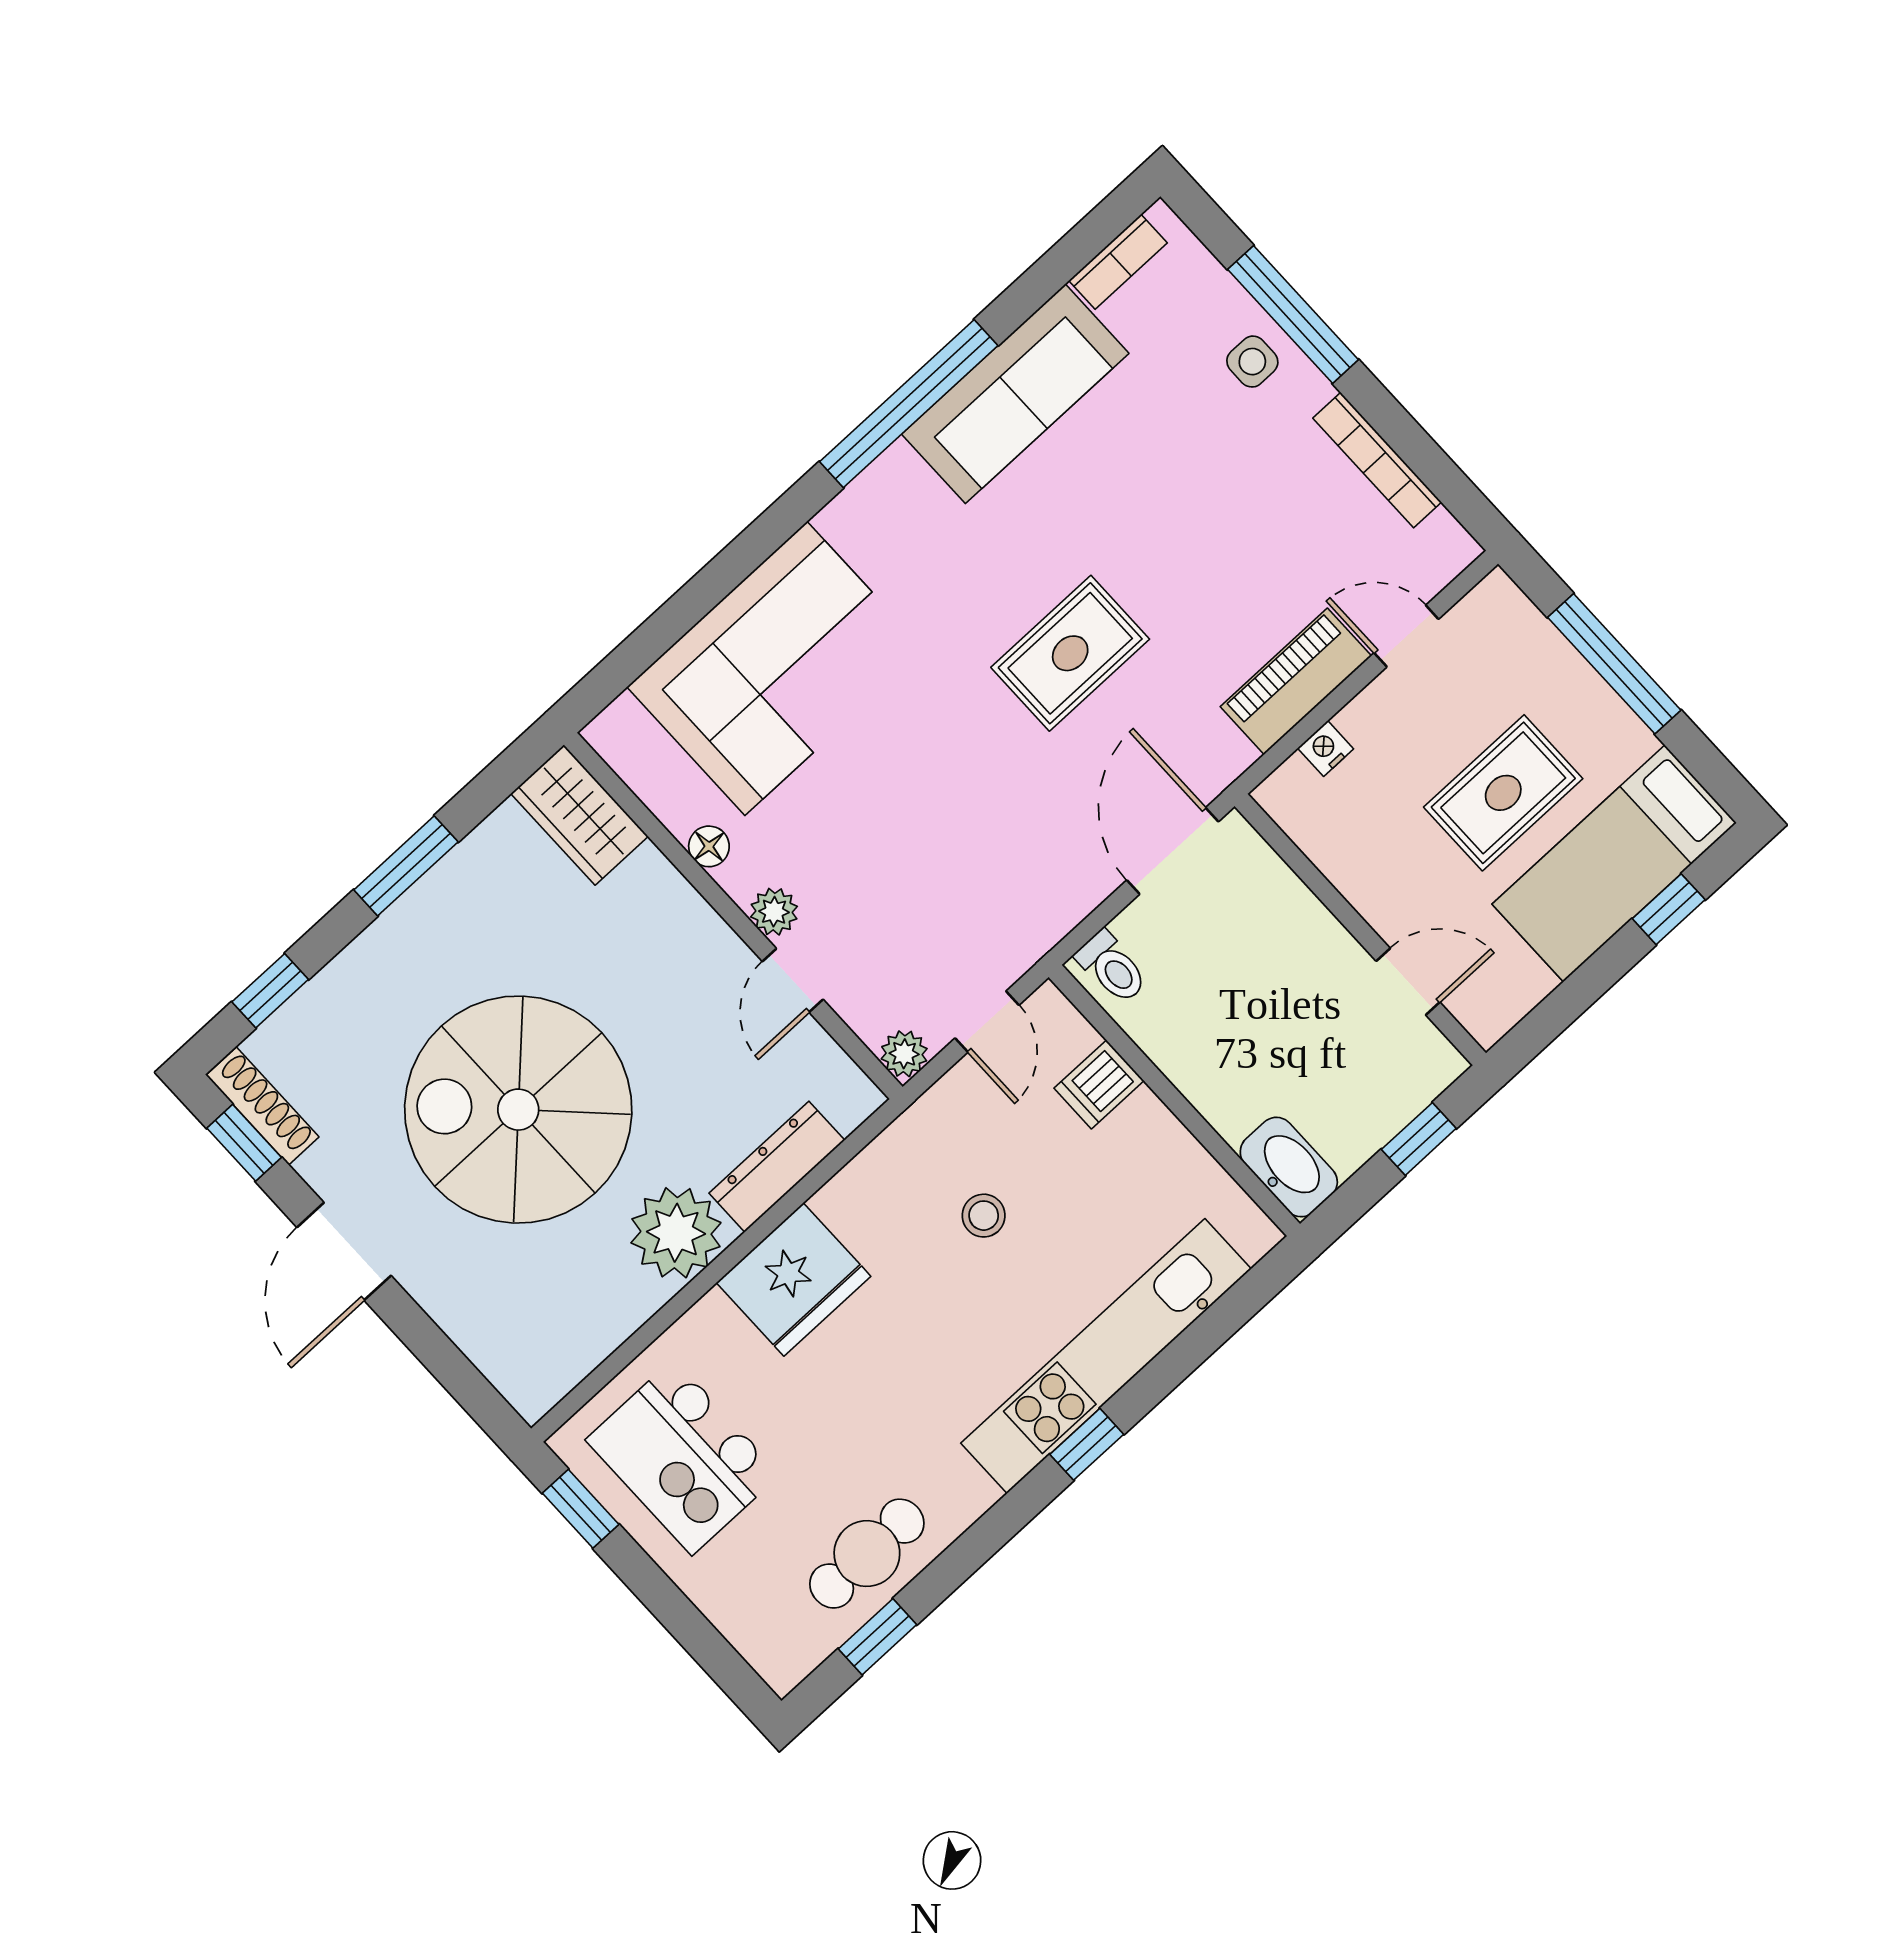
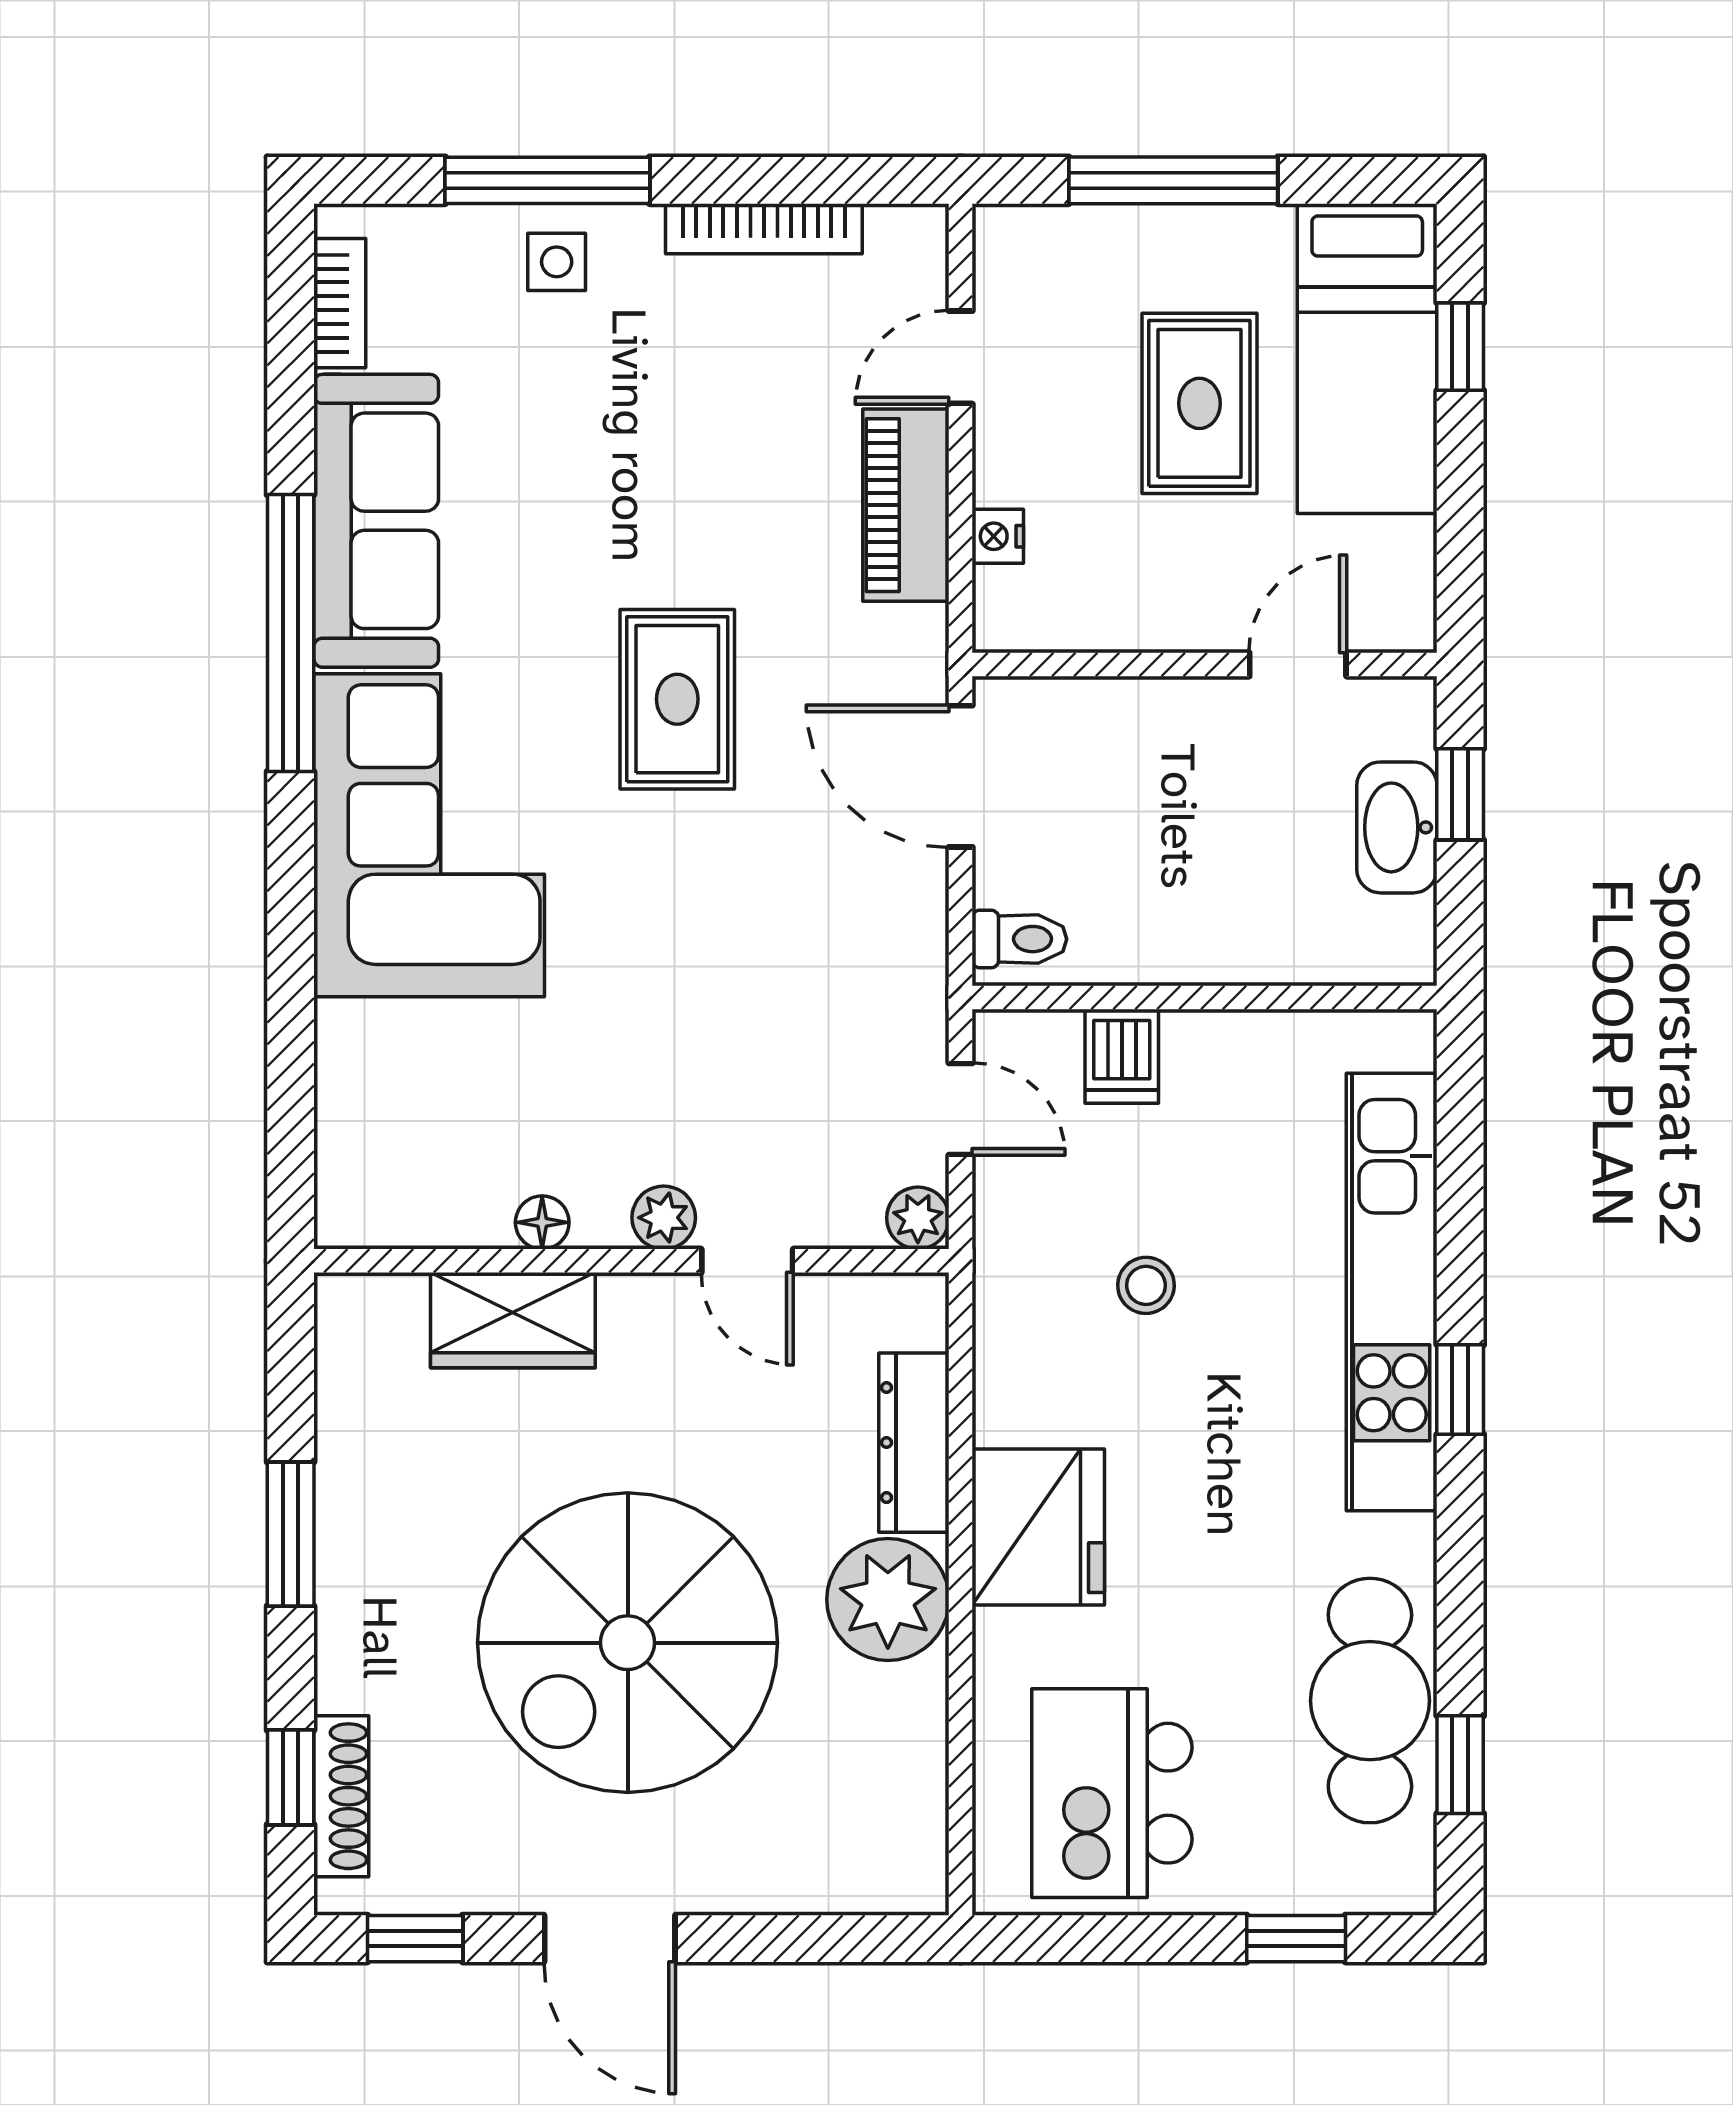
corner sofa: (776, 668) -> (429, 835), moved
wardrobe: (579, 815) -> (513, 1320), moved
shoe rack: (262, 1106) -> (341, 1796), moved, turned 90
washbasin: (1289, 1167) -> (1397, 827), moved, turned -90
kitchen island: (683, 1457) -> (1112, 1793), turned 90
window: (581, 1509) -> (1296, 1939), moved
cafe table: (867, 1554) -> (1370, 1701), width x1.37, depth x1.35

